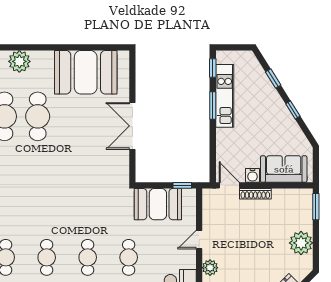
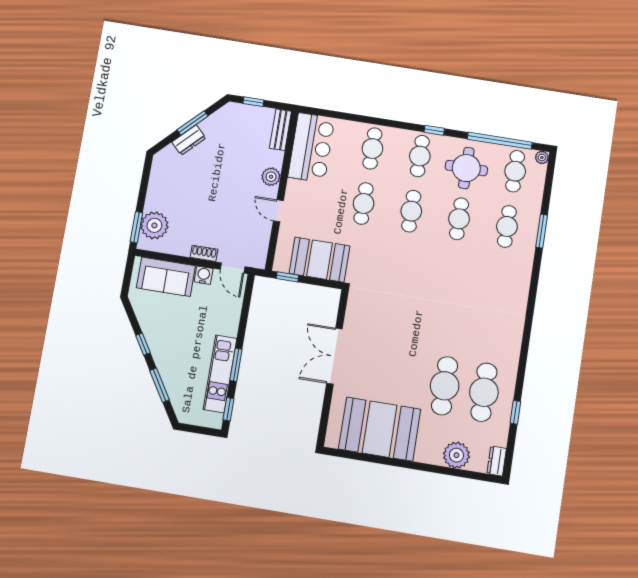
window: (273, 78) -> (160, 385), width x1.50
double door: (132, 126) -> (334, 356), swing flipped
shoe rack: (255, 194) -> (204, 253), width x0.70
door: (199, 240) -> (278, 211), swing flipped
plant: (301, 243) -> (154, 225), moved

